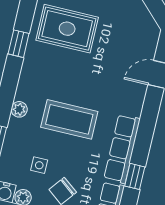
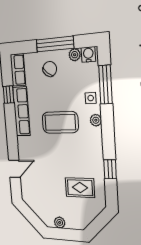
rug: (67, 29) -> (80, 188), width x0.73, depth x0.70
side table: (39, 165) -> (91, 98), moved

